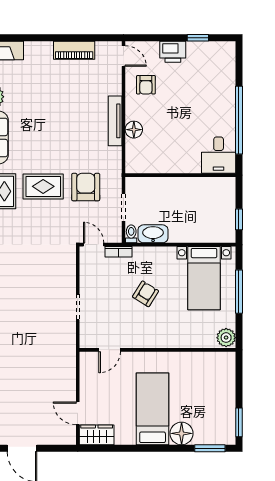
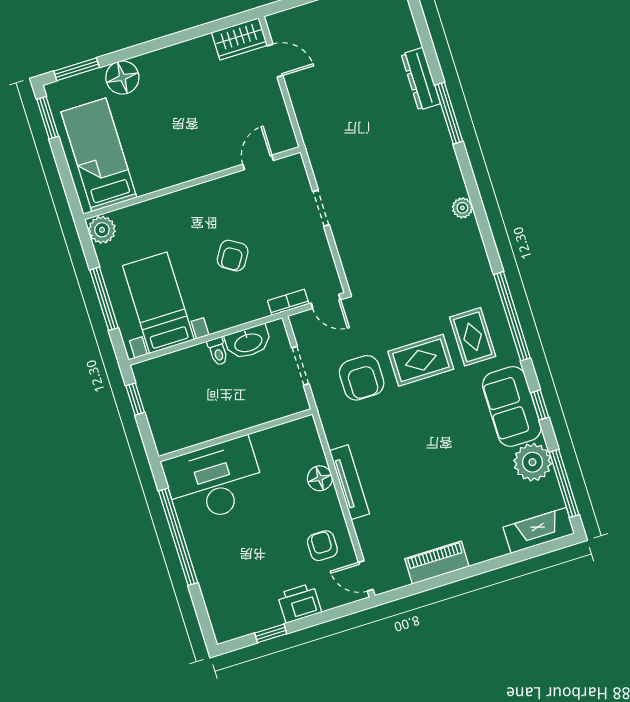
desk: (219, 155) -> (214, 481), width x1.87, depth x1.30
toilet: (131, 234) -> (218, 351), moved
bed: (153, 409) -> (99, 155), moved, turned 180

